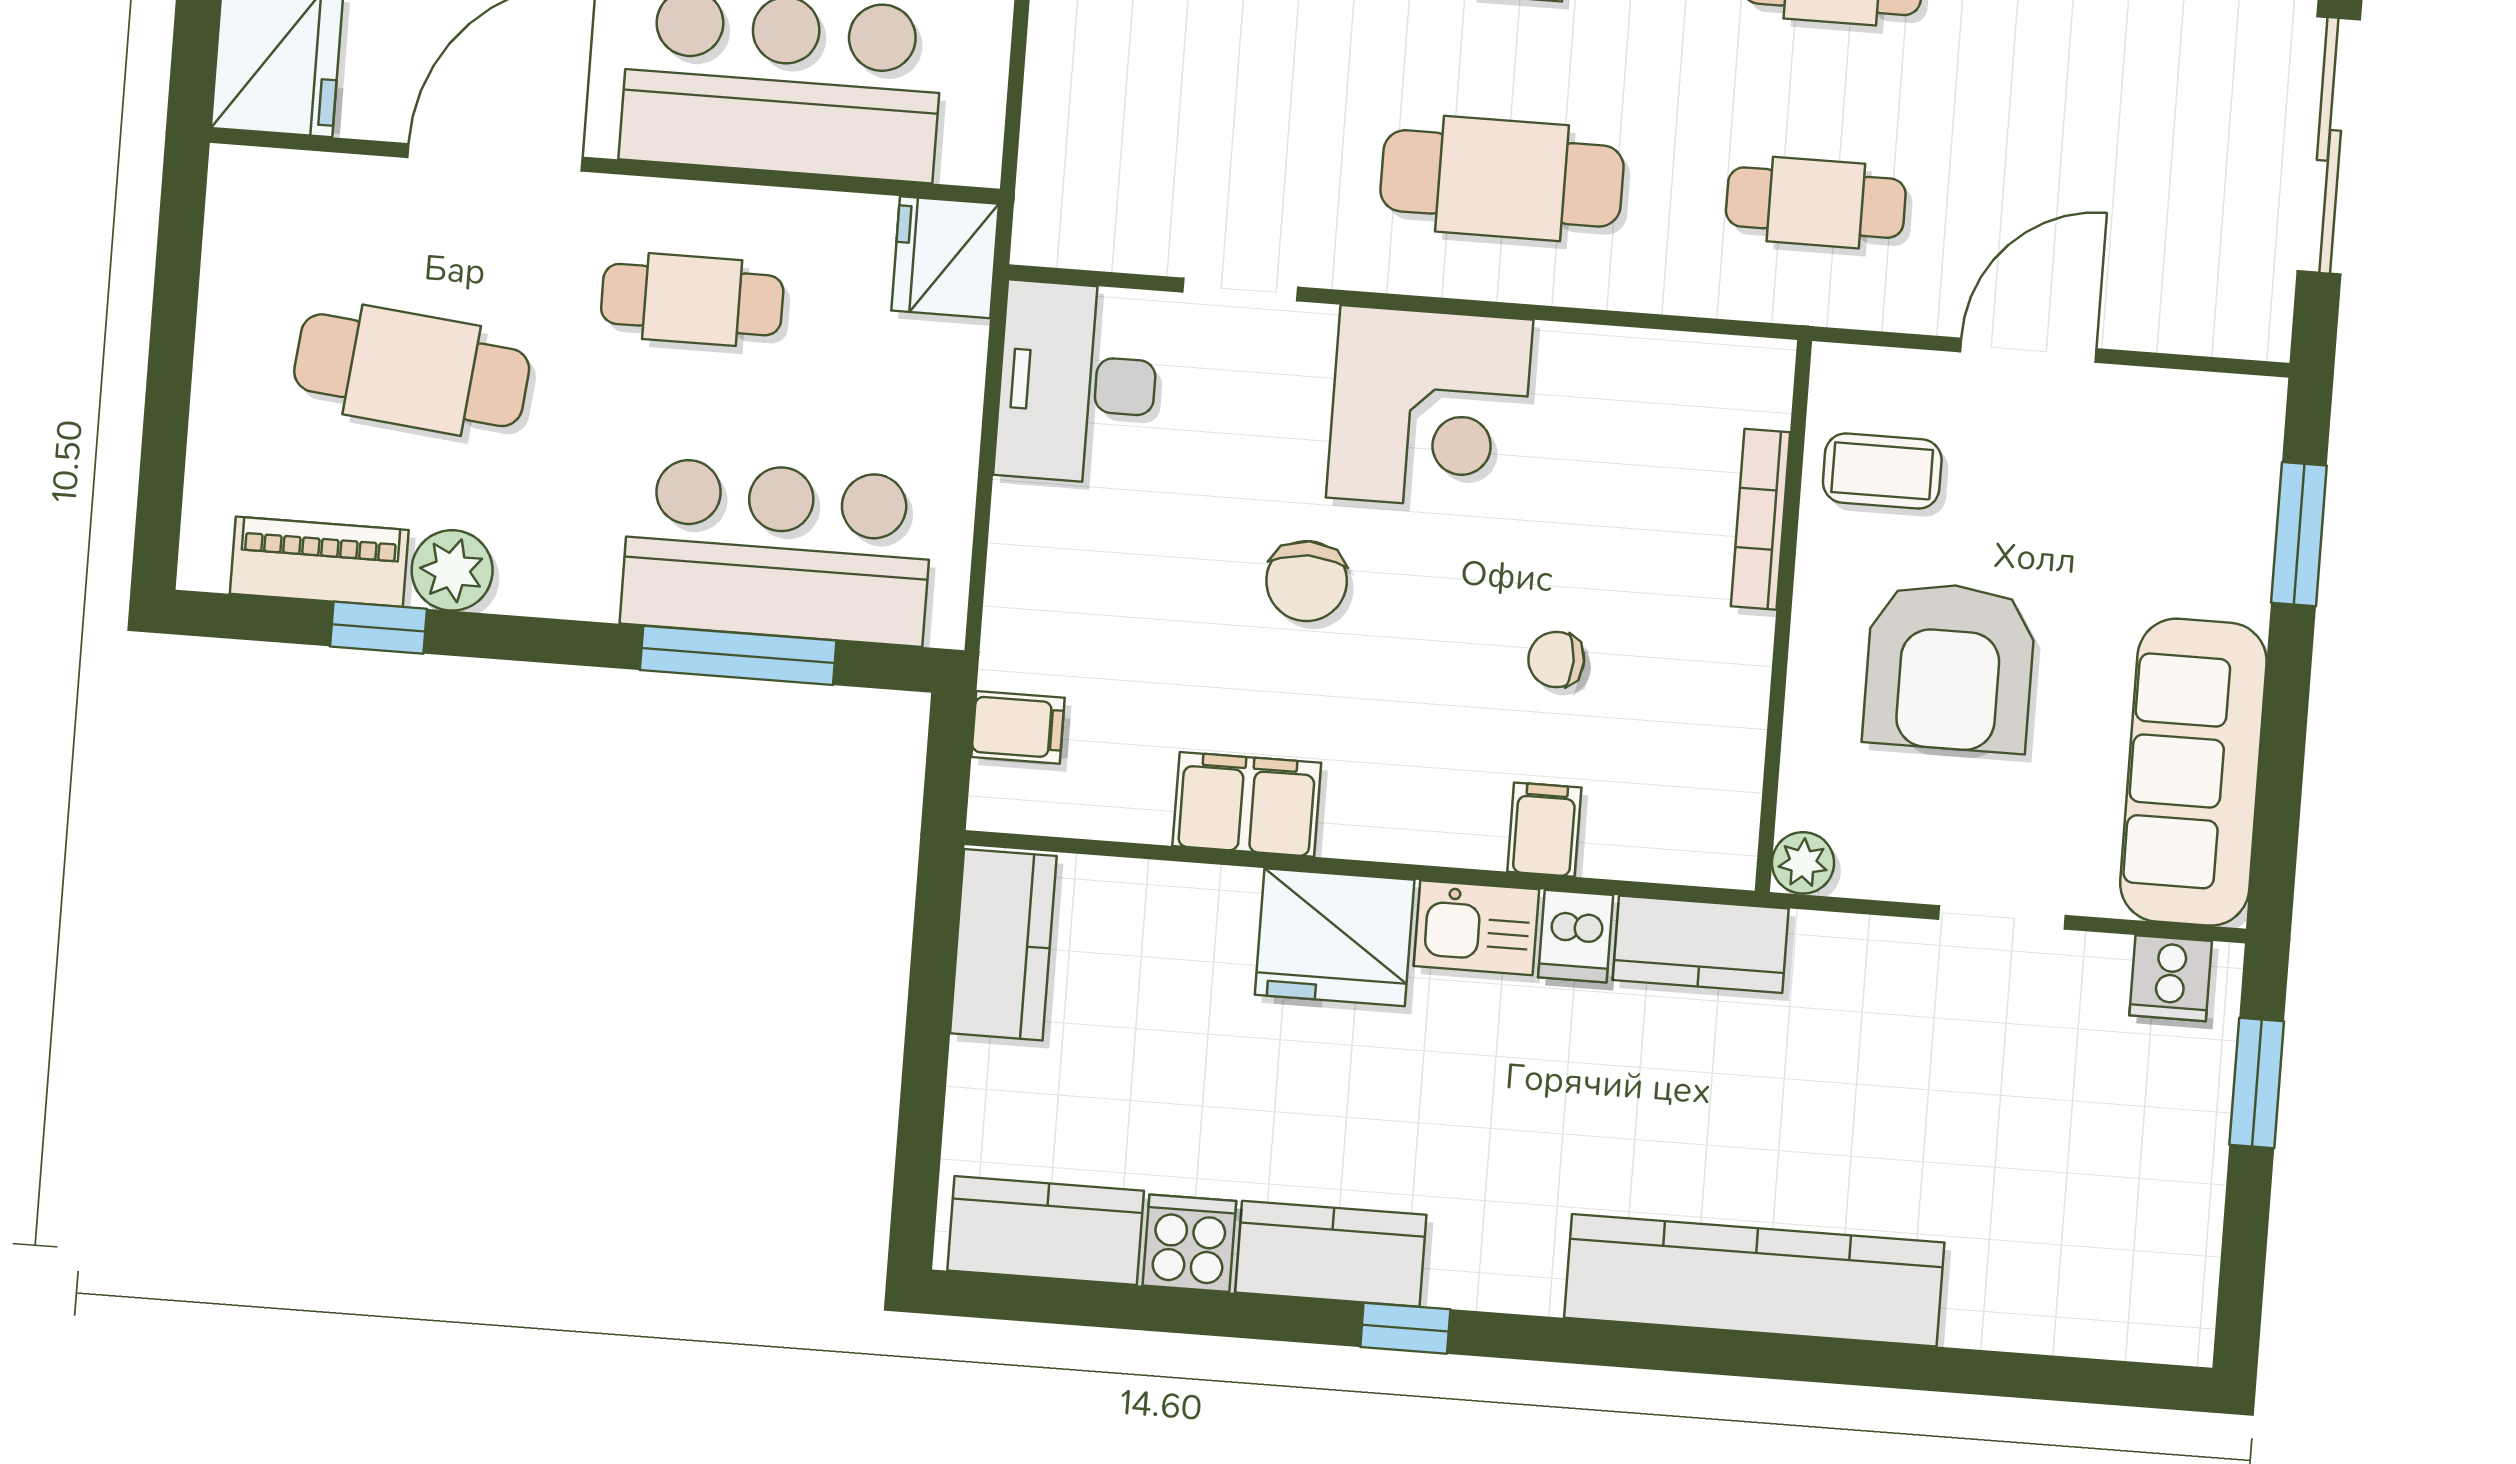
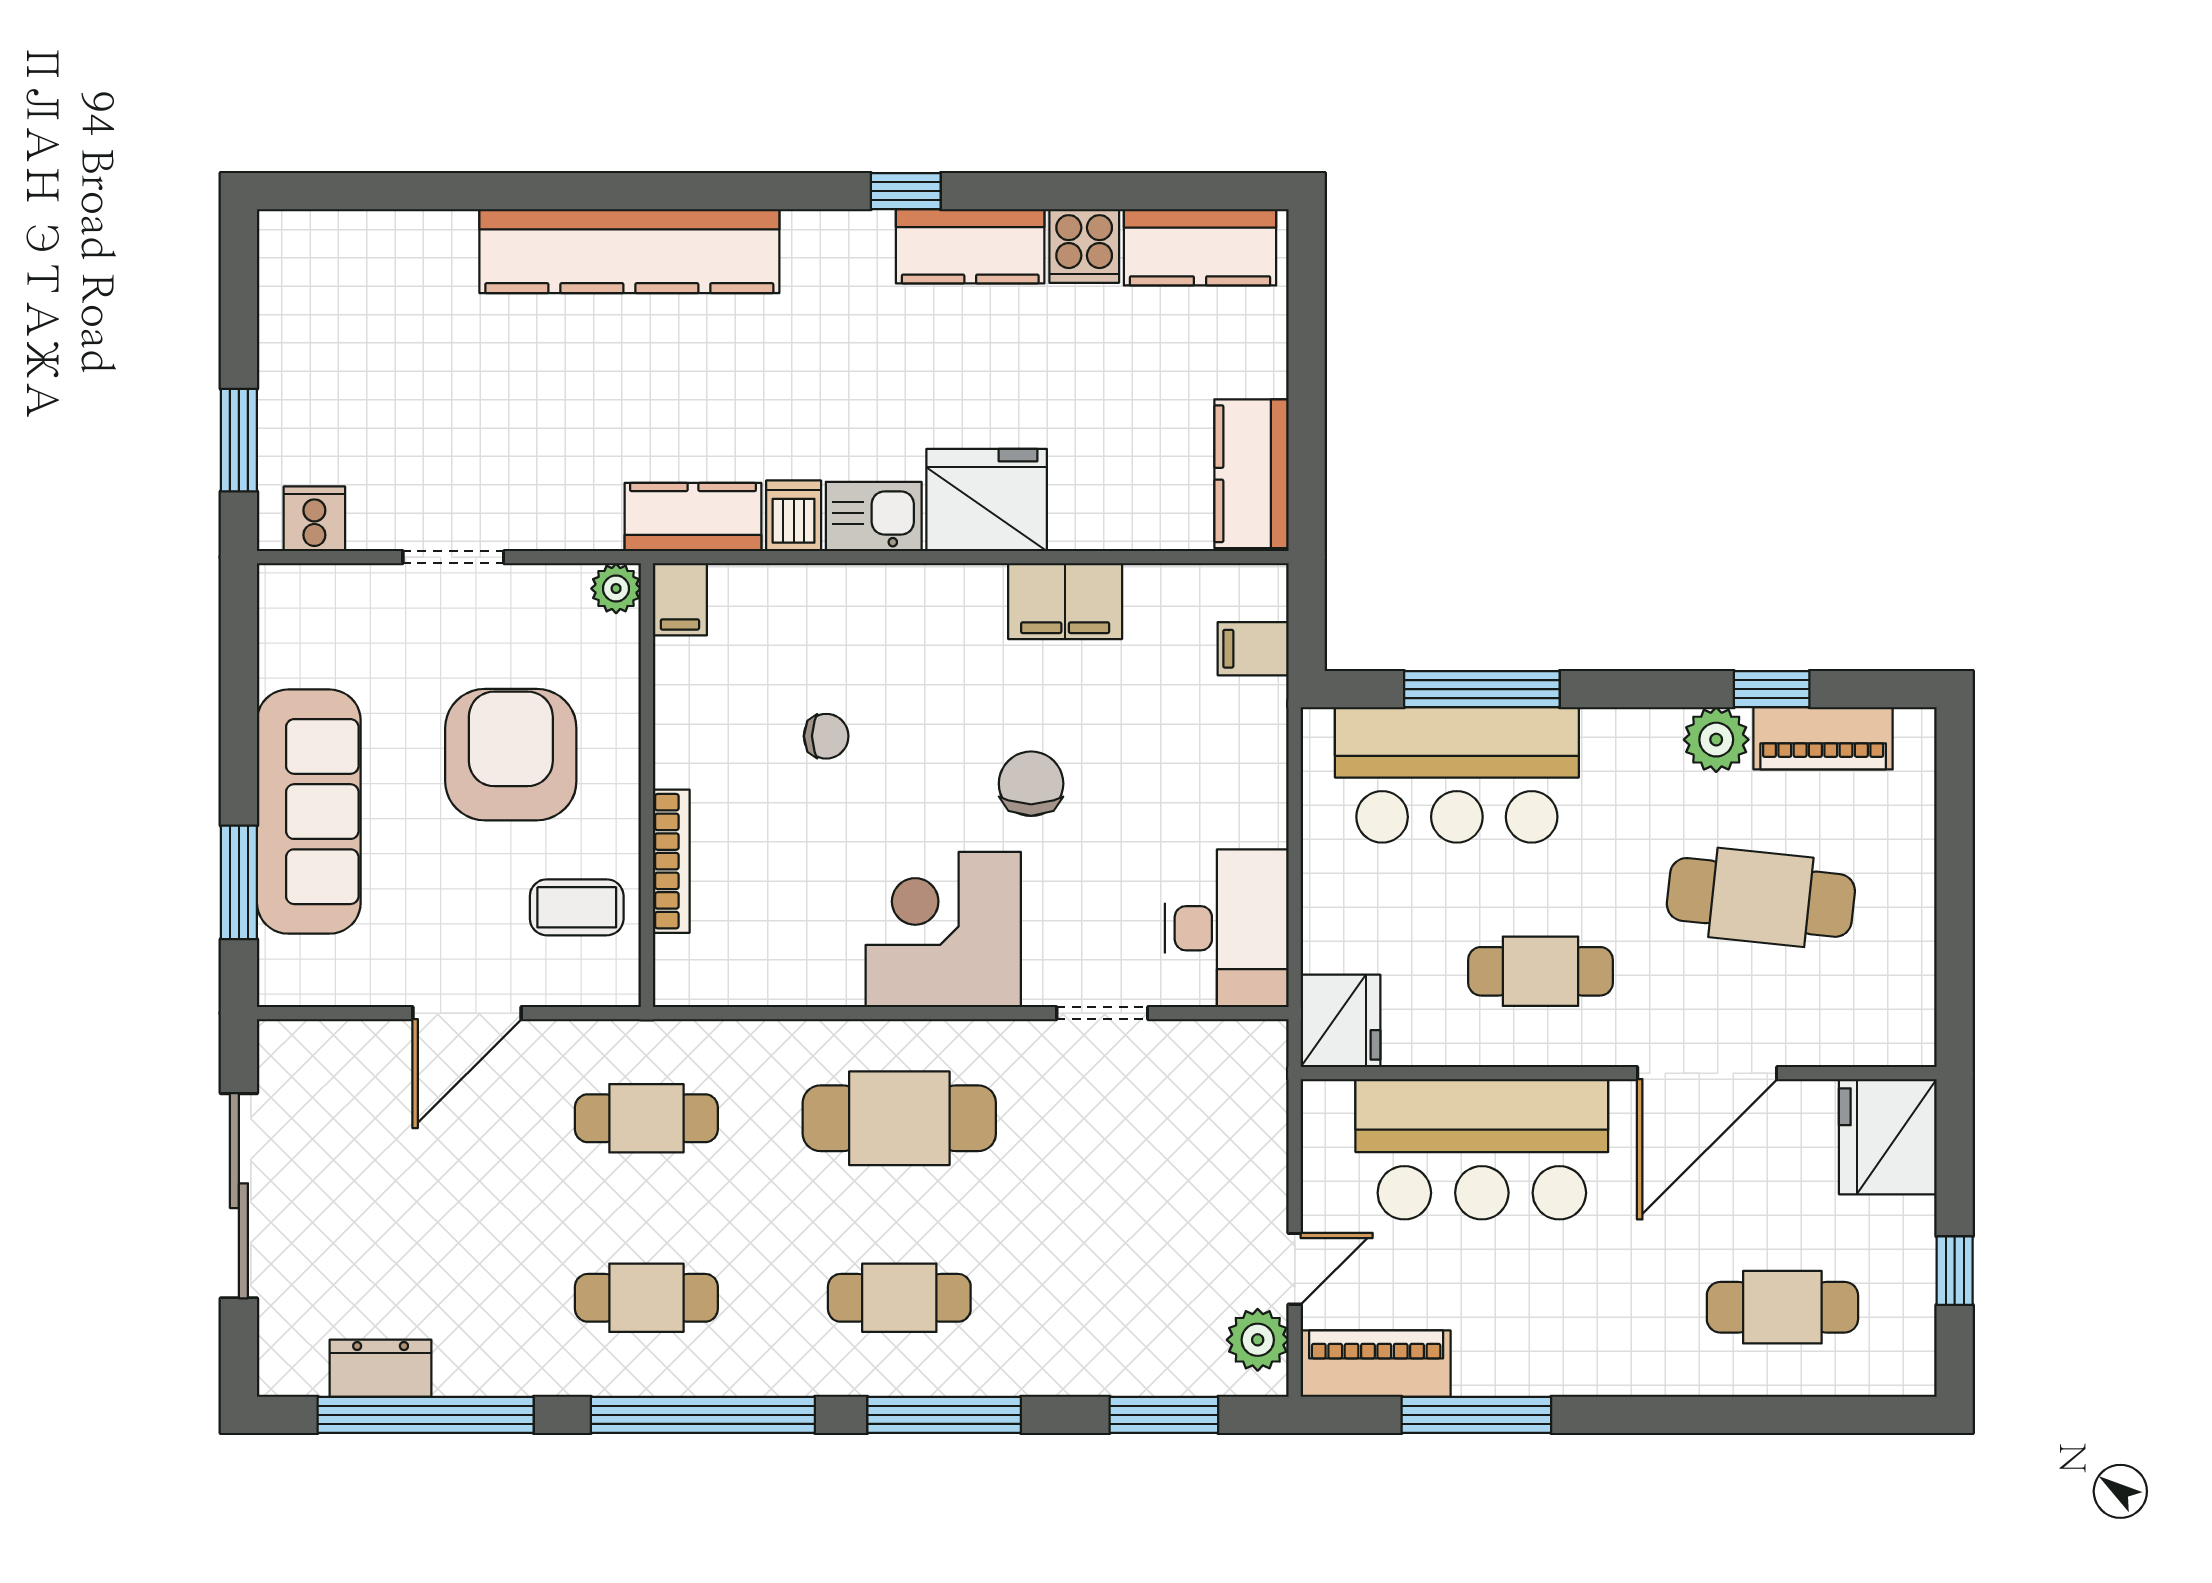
sofa: (2193, 772) -> (309, 812), moved
filing cabinet: (1544, 830) -> (680, 599), moved

